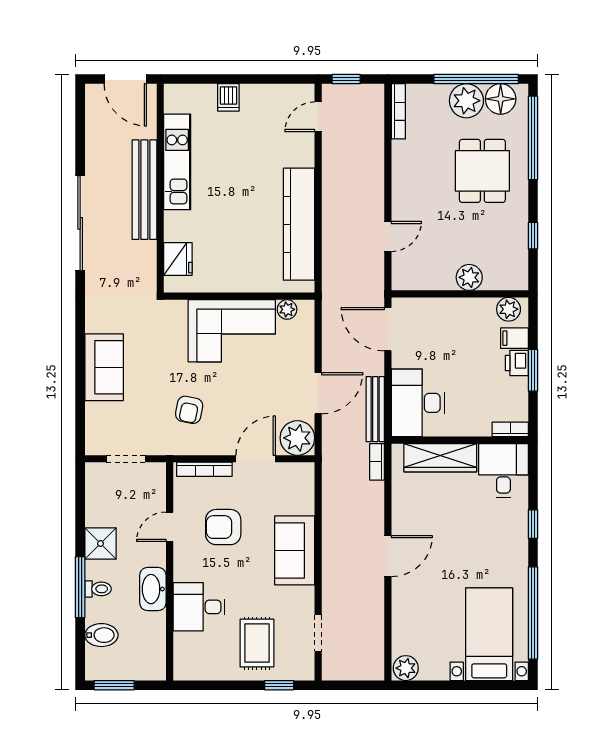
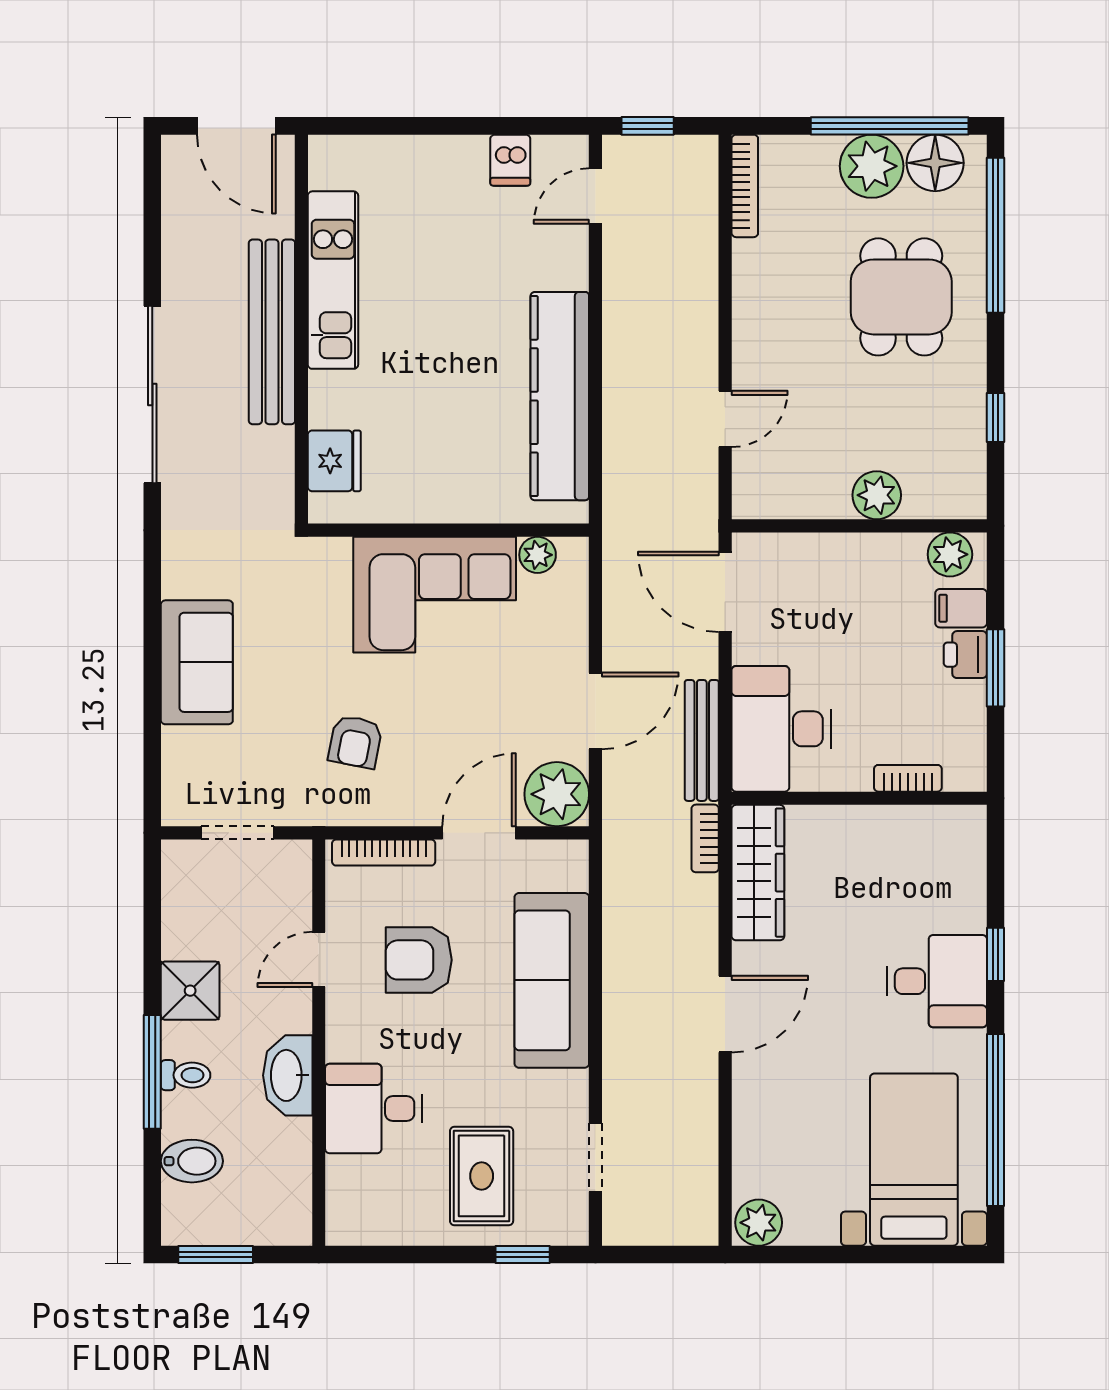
dishwasher: (228, 97) -> (510, 160), moved
bookcase: (510, 429) -> (908, 778), moved
wardrobe: (440, 458) -> (758, 873), moved, turned -90
desk: (503, 470) -> (937, 981), moved, turned 90
sofa: (295, 550) -> (552, 980), width x1.36

